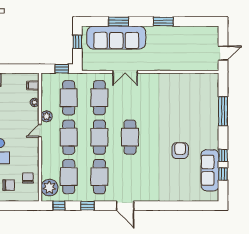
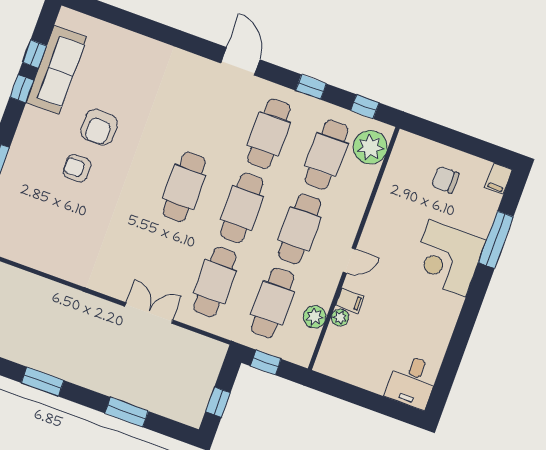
sofa: (116, 37) -> (142, 384), removed
filing cabinet: (33, 85) -> (350, 301), moved
plant: (47, 116) -> (315, 317), moved
armchair: (184, 128) -> (77, 168), added
chair: (28, 178) -> (404, 180), removed

